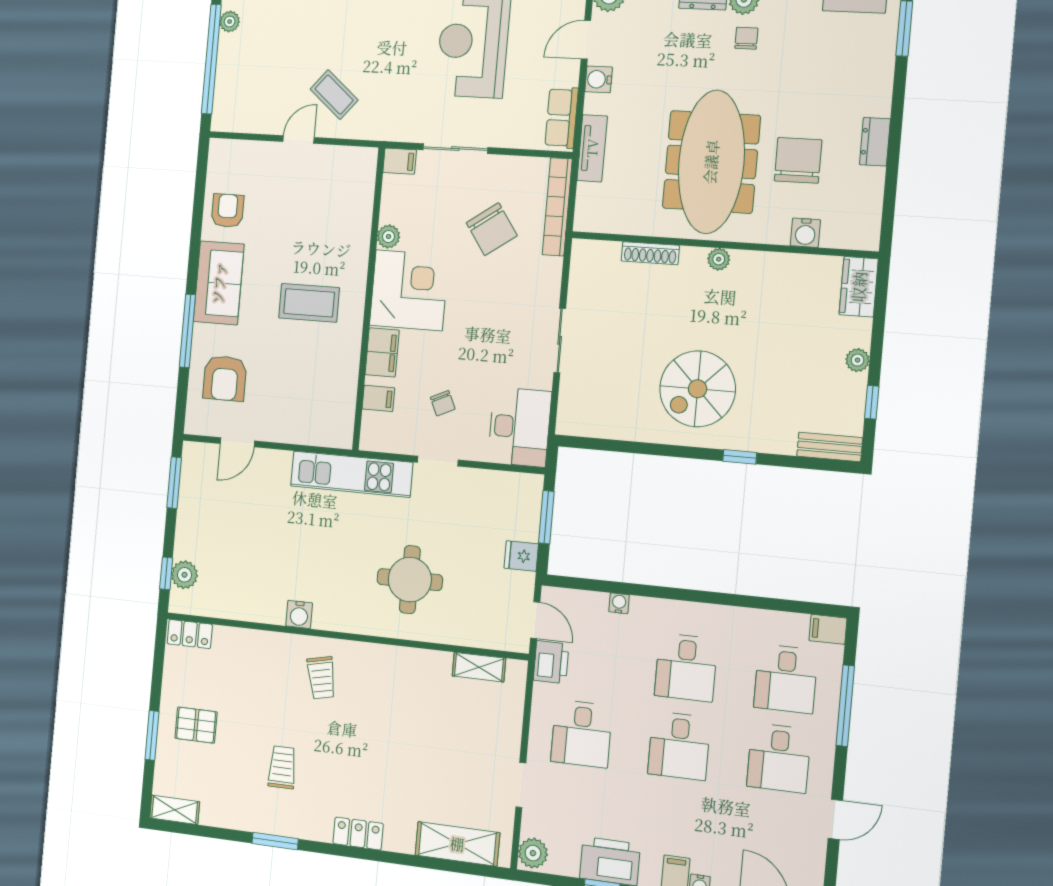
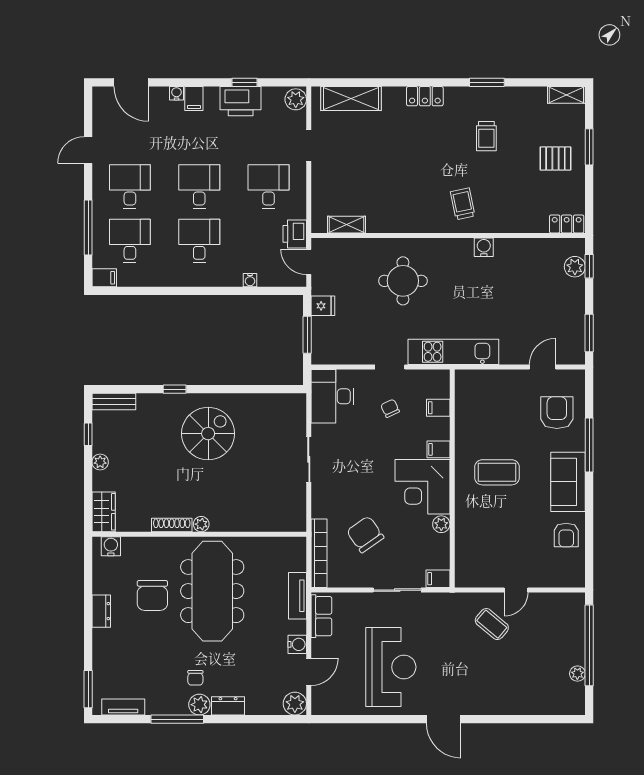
water cooler: (805, 233) -> (111, 546), moved
shoe rack: (650, 253) -> (172, 525), moved
filing cabinet: (382, 352) -> (438, 449), width x0.50

